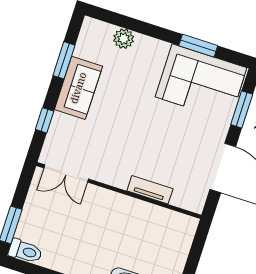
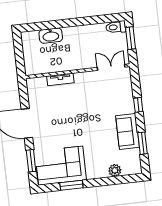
double door: (66, 173) -> (111, 67), moved
wall: (119, 190) -> (78, 71), moved
tv unit: (150, 190) -> (60, 79), moved

